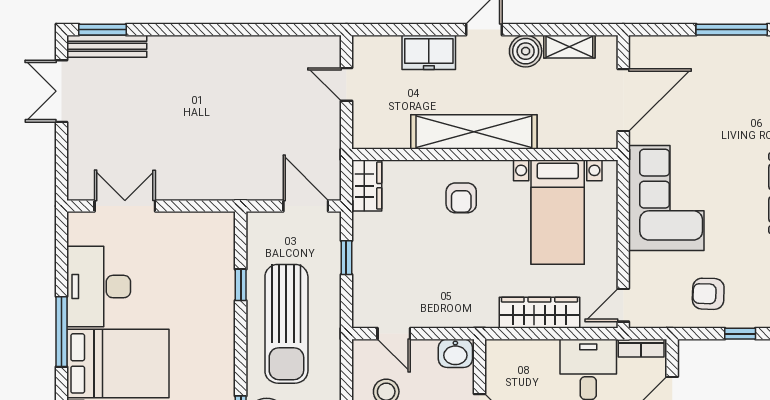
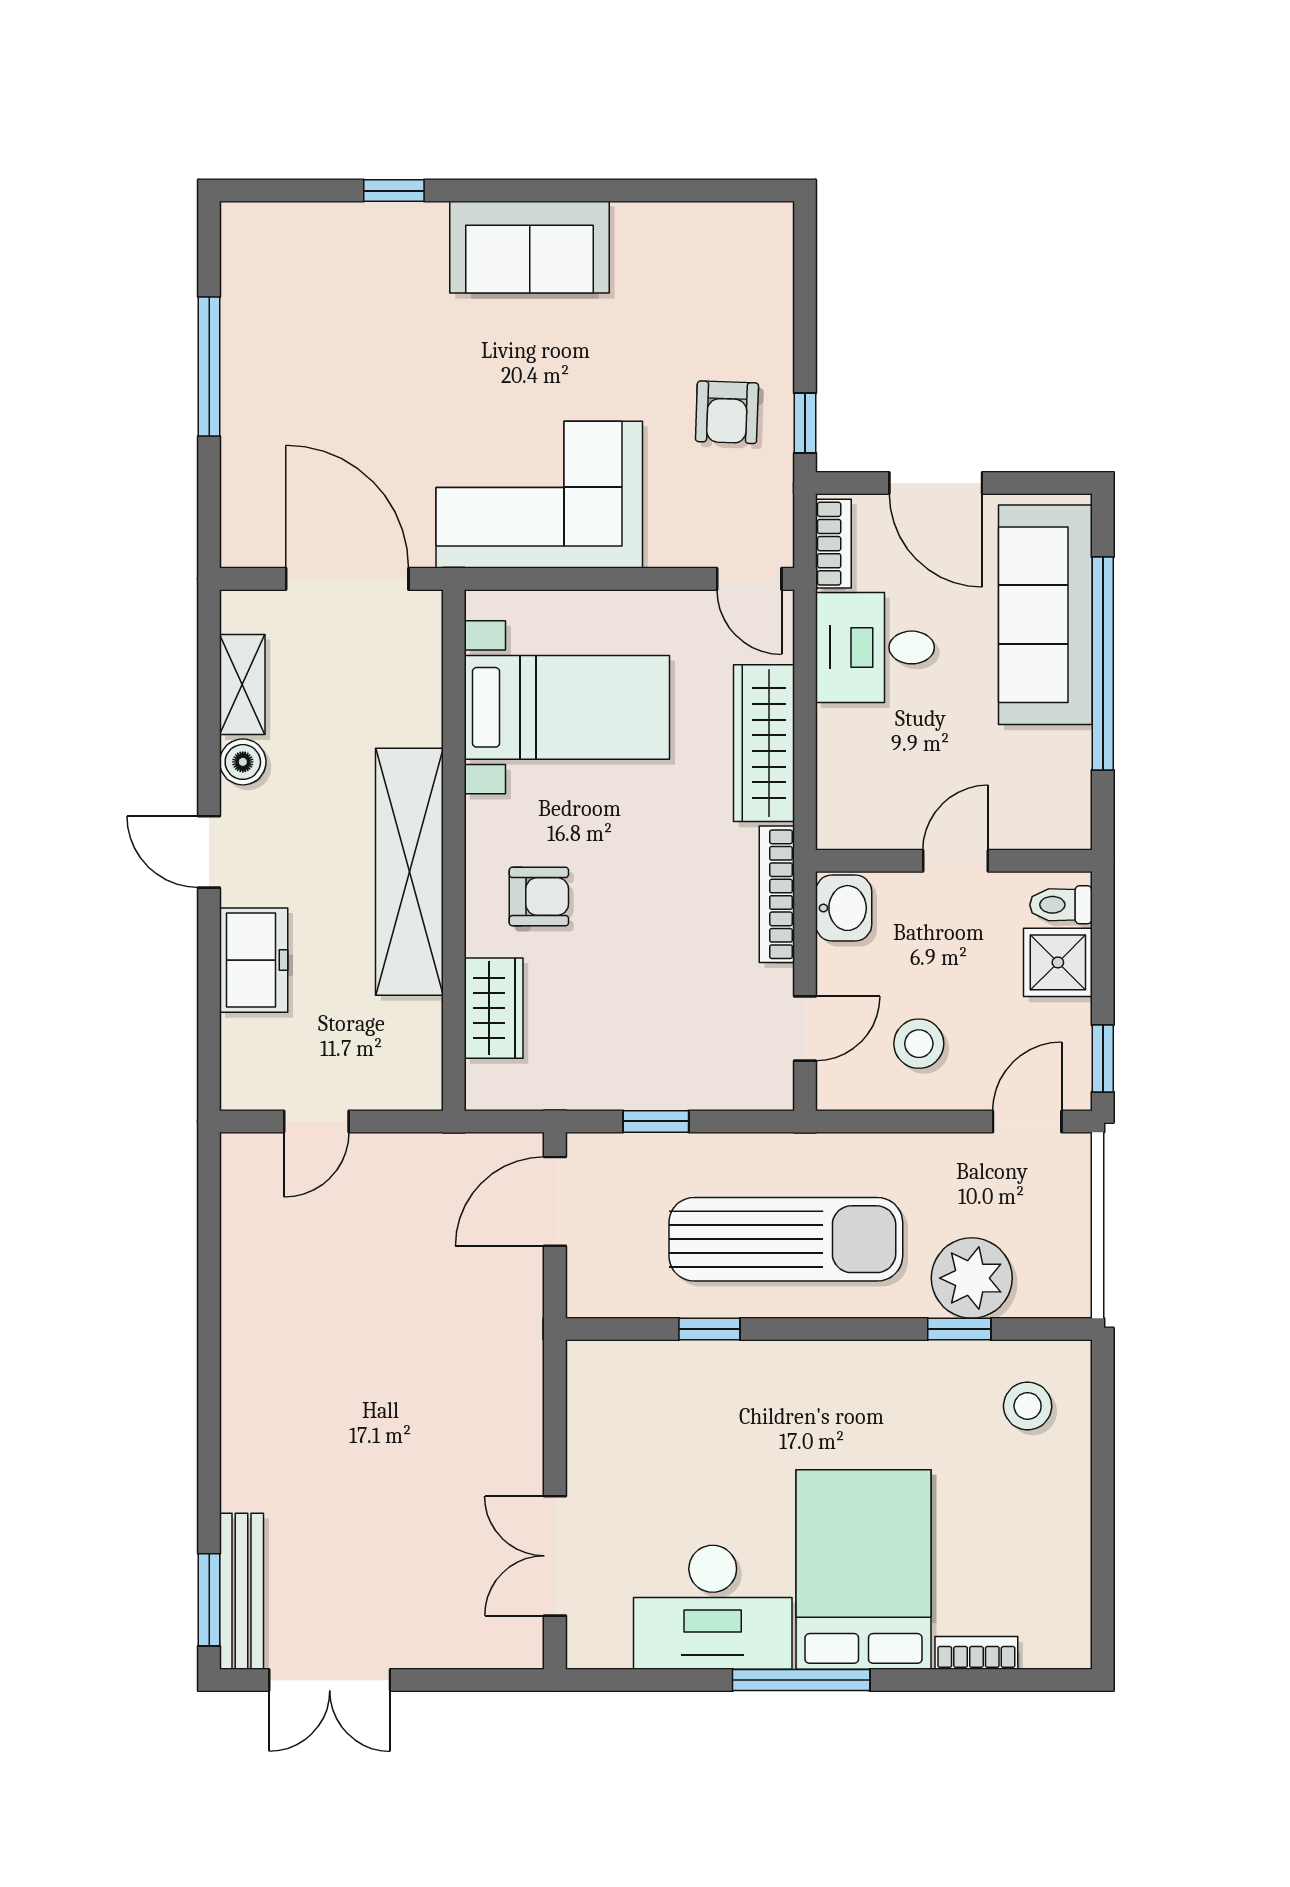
boiler: (526, 51) -> (243, 762), width x0.73, depth x0.73
wardrobe: (367, 186) -> (494, 1008), moved, turned 90
bookcase: (462, 319) -> (777, 894), added
window: (740, 334) -> (805, 423), moved

